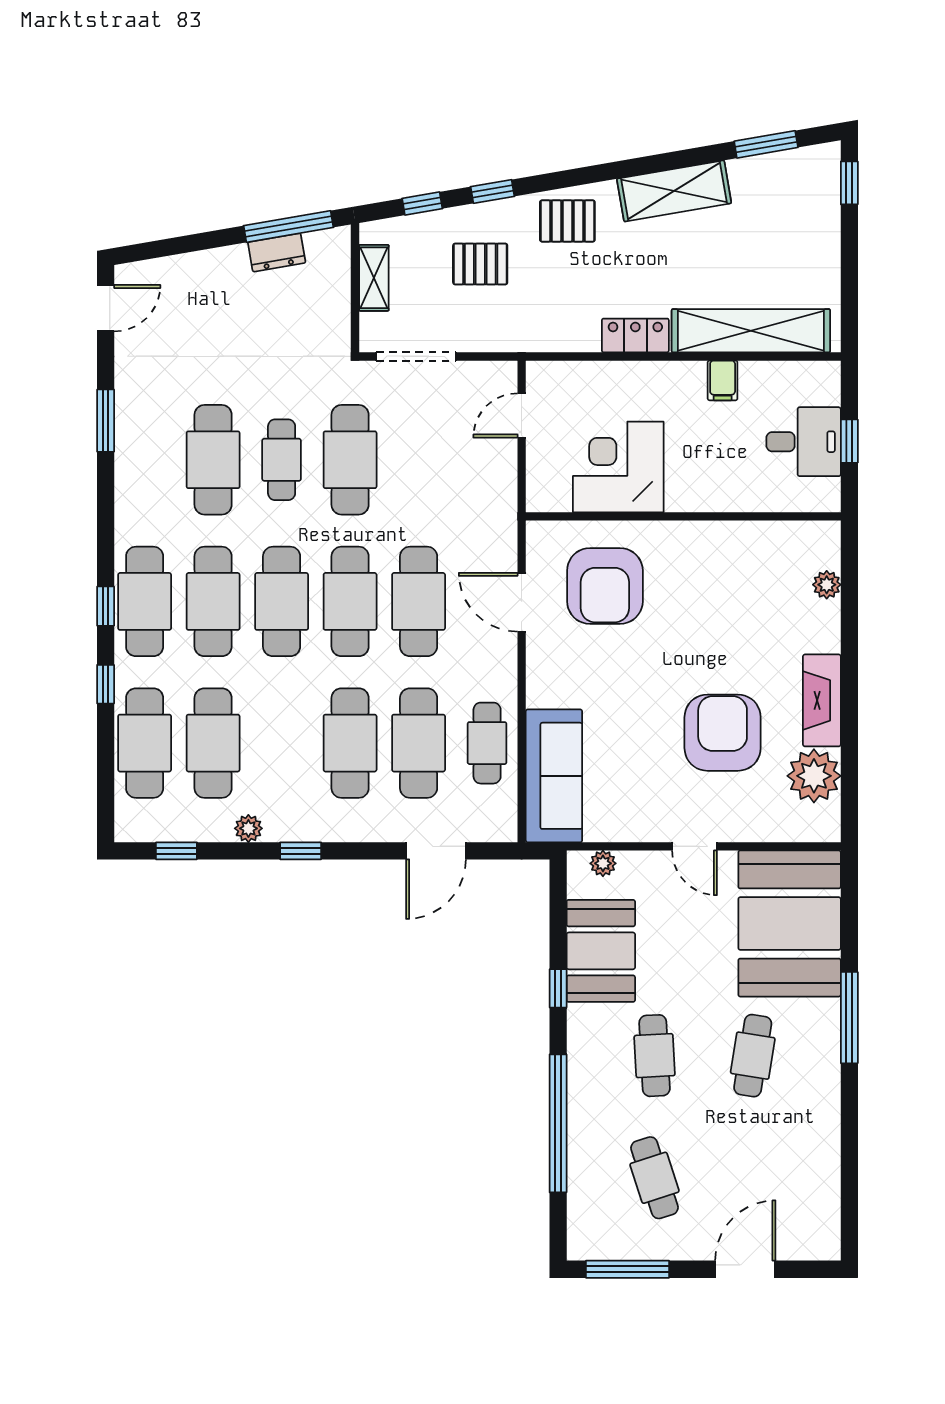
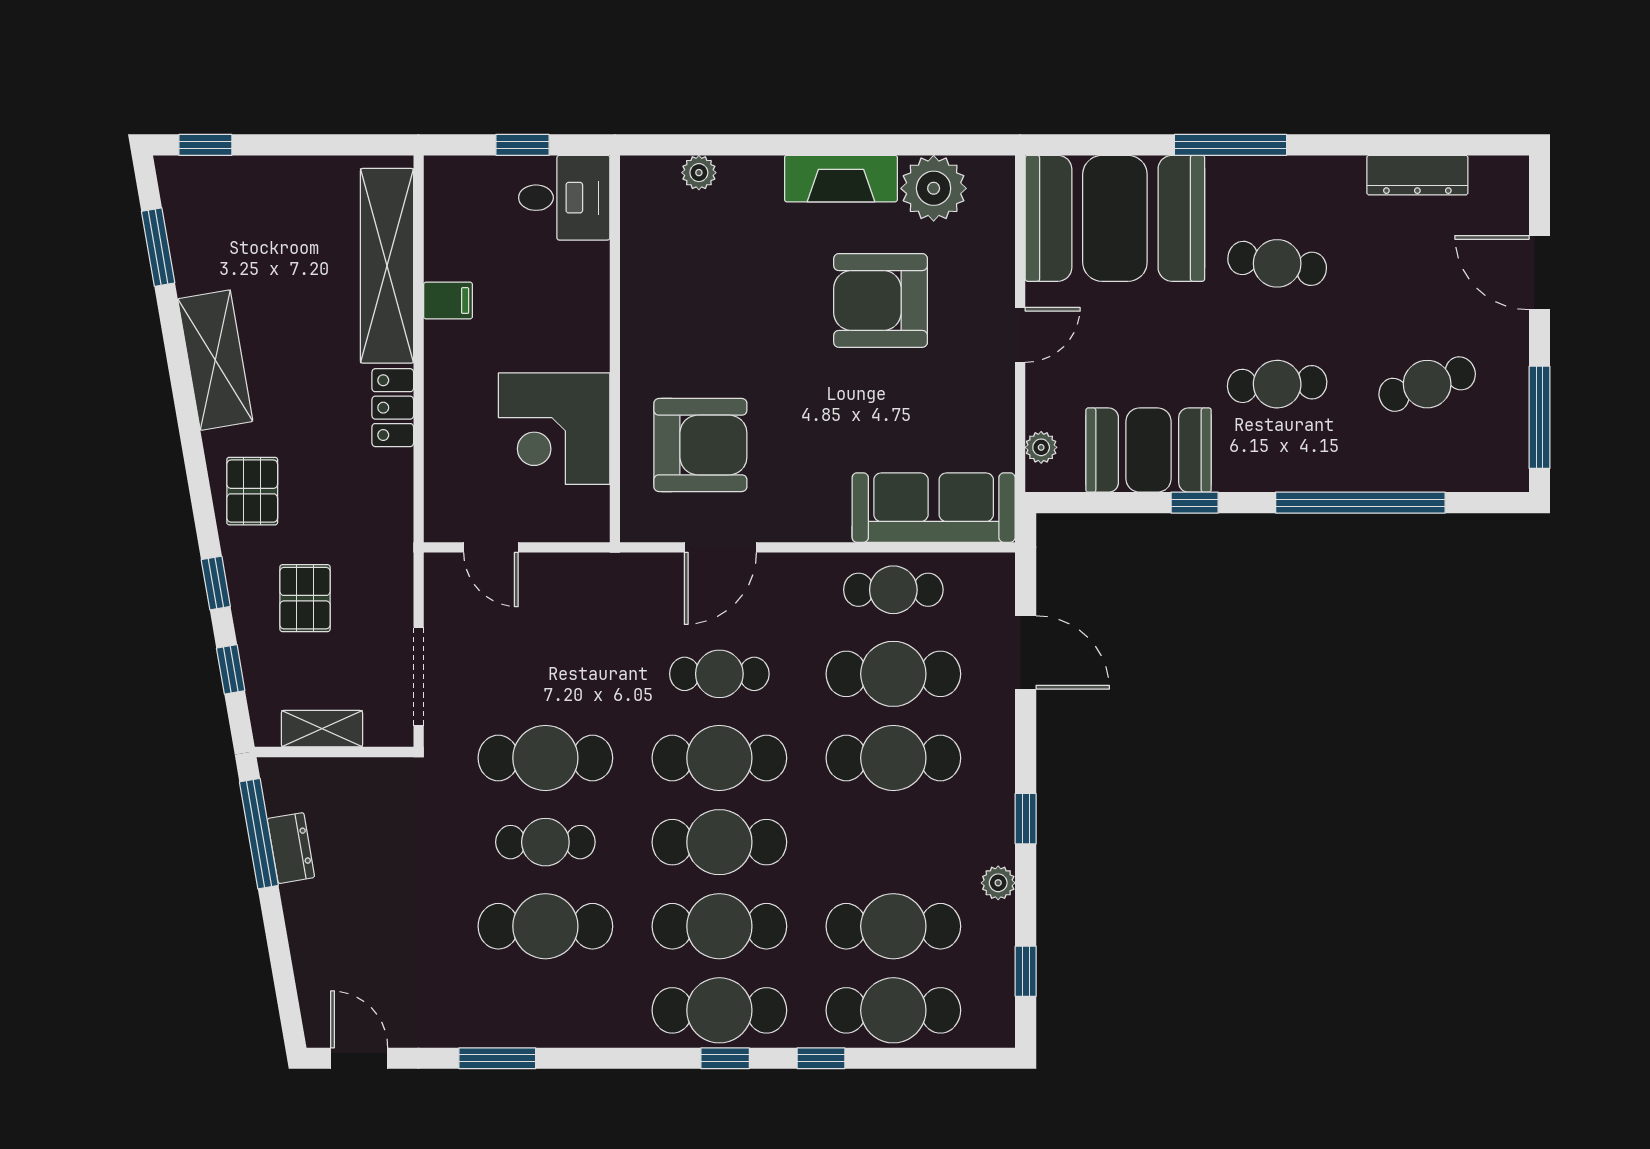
desk: (804, 442) -> (564, 198), moved, turned 90
cafe table: (419, 601) -> (719, 674), width x0.73, depth x0.74
dresser: (825, 1170) -> (1417, 175), added

